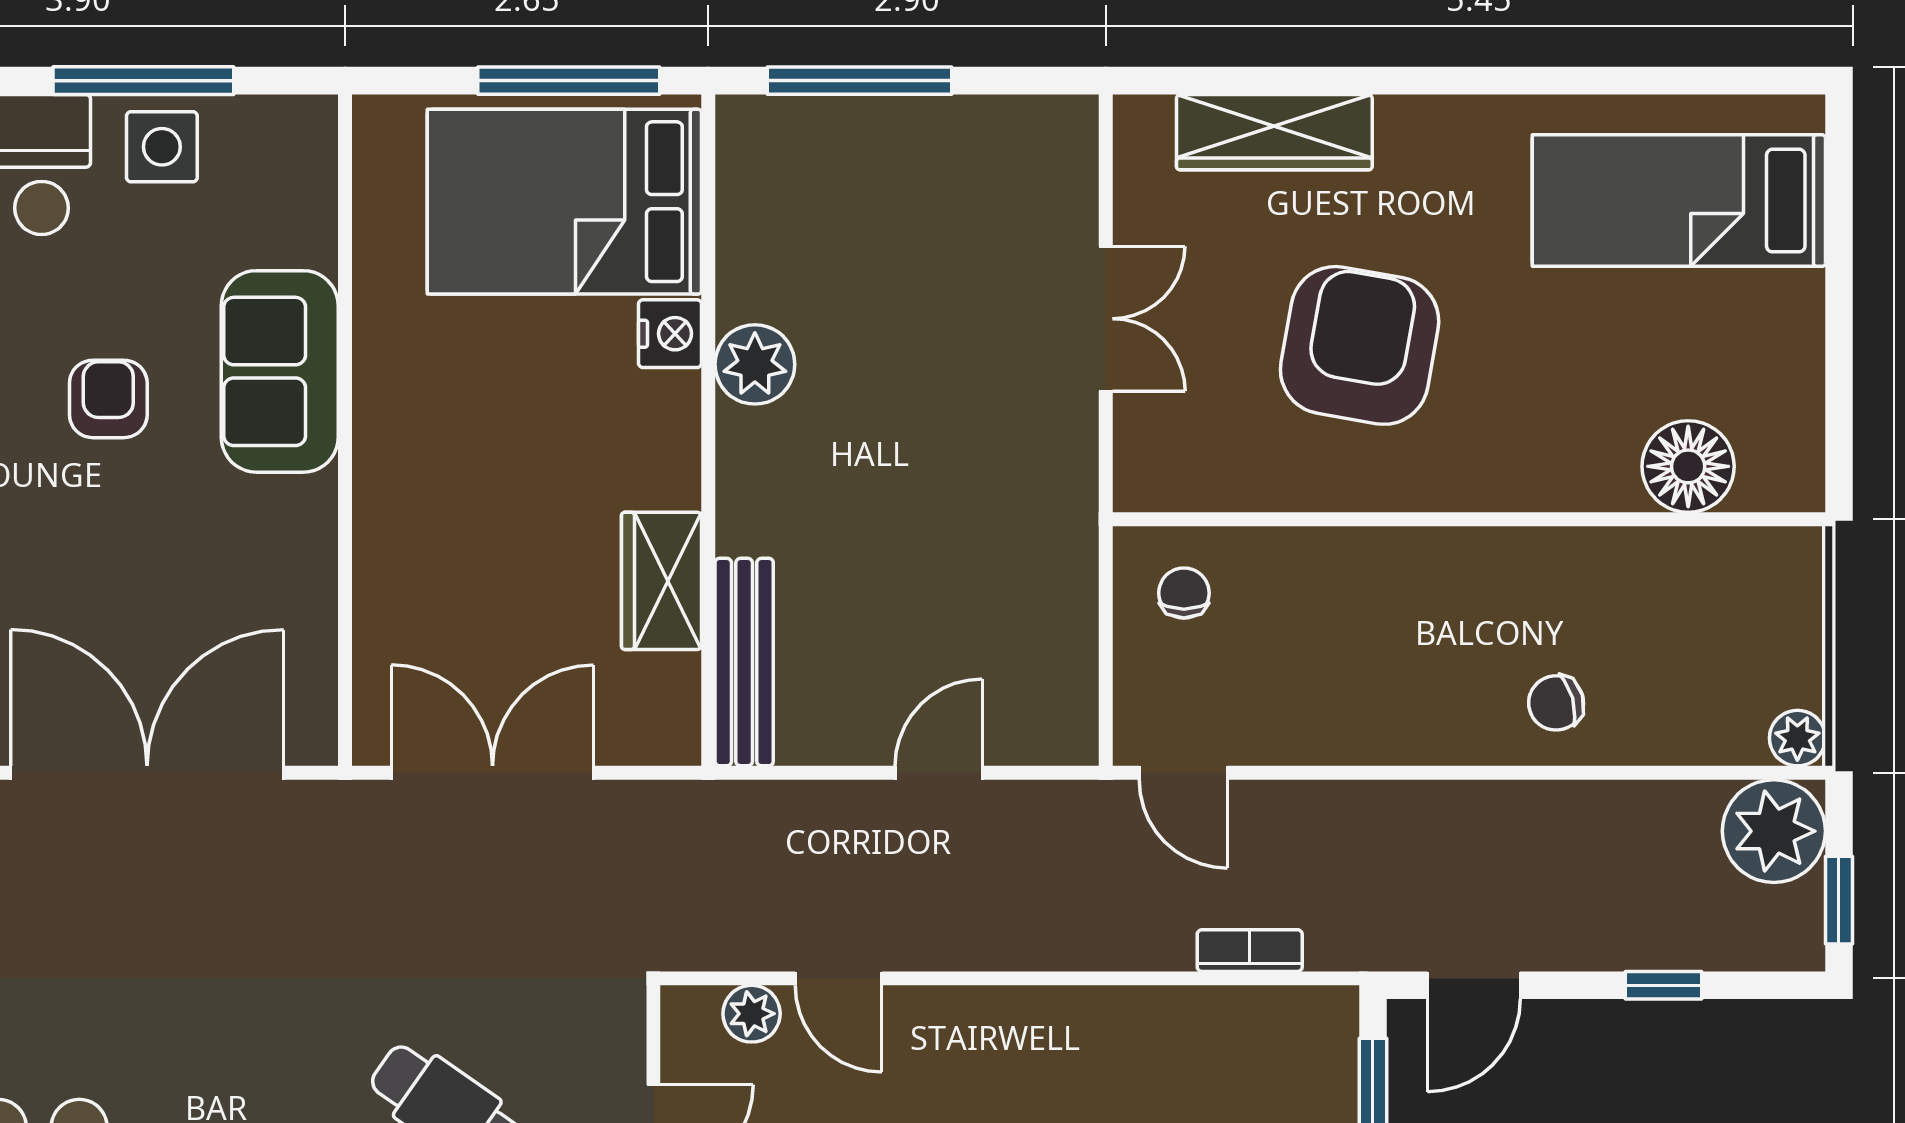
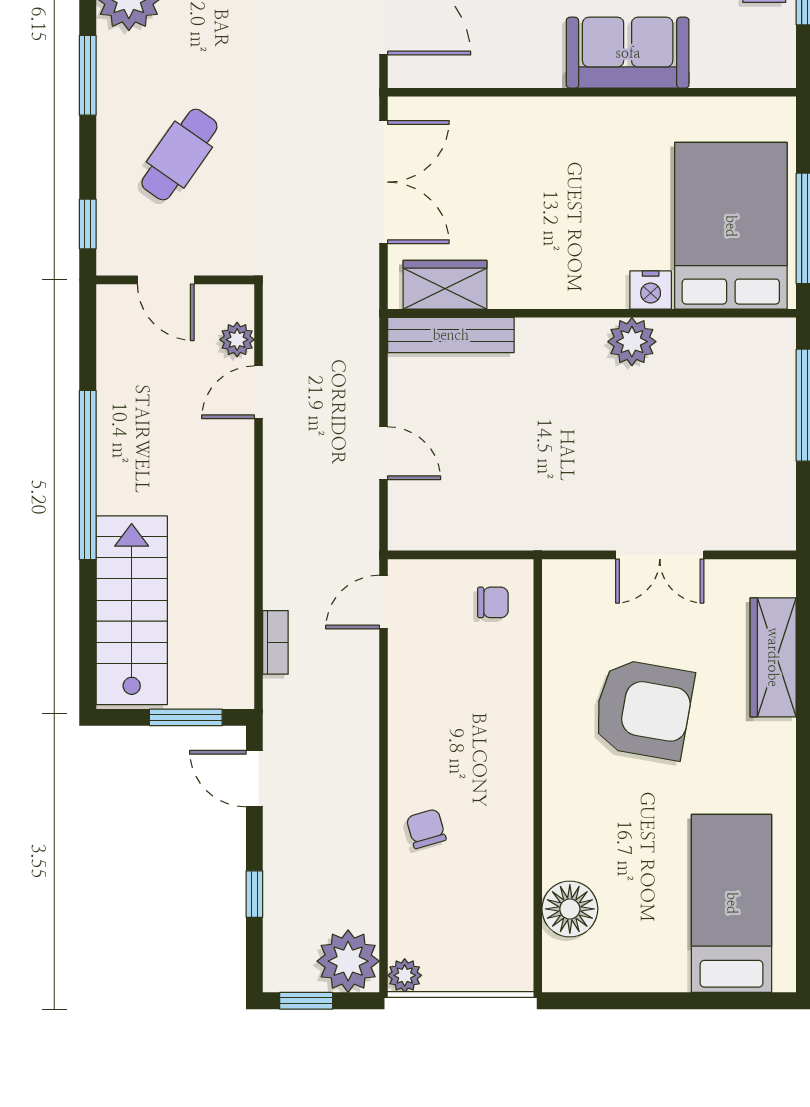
wardrobe: (661, 581) -> (445, 285), moved

